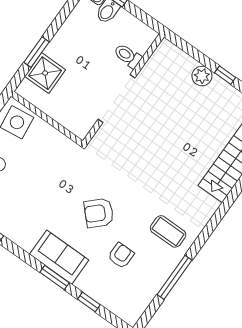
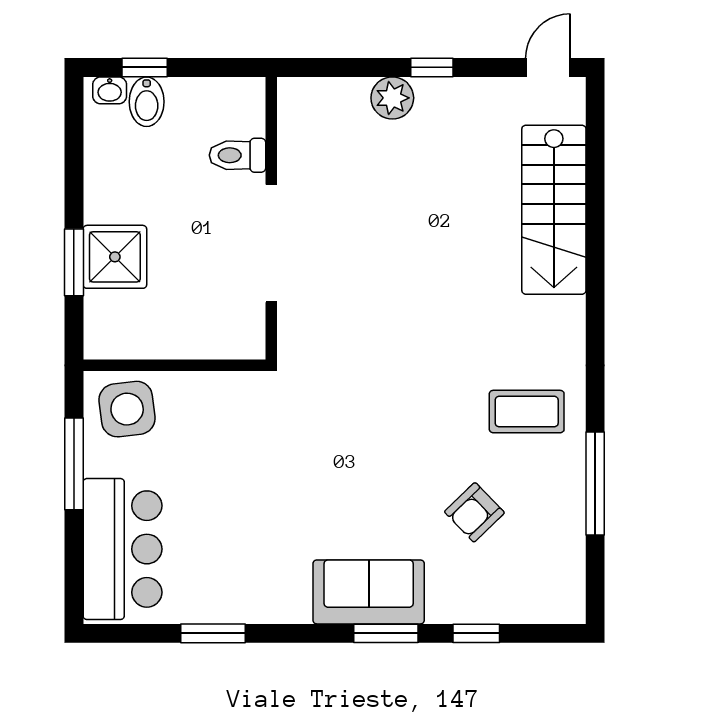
shower: (45, 73) -> (115, 257), moved
armchair: (99, 213) -> (383, 465), removed
armchair: (121, 256) -> (474, 512), turned -134

